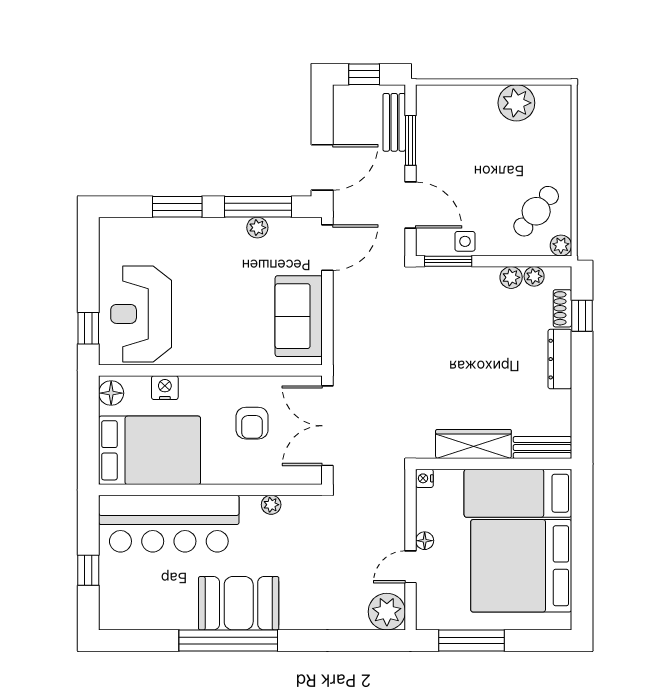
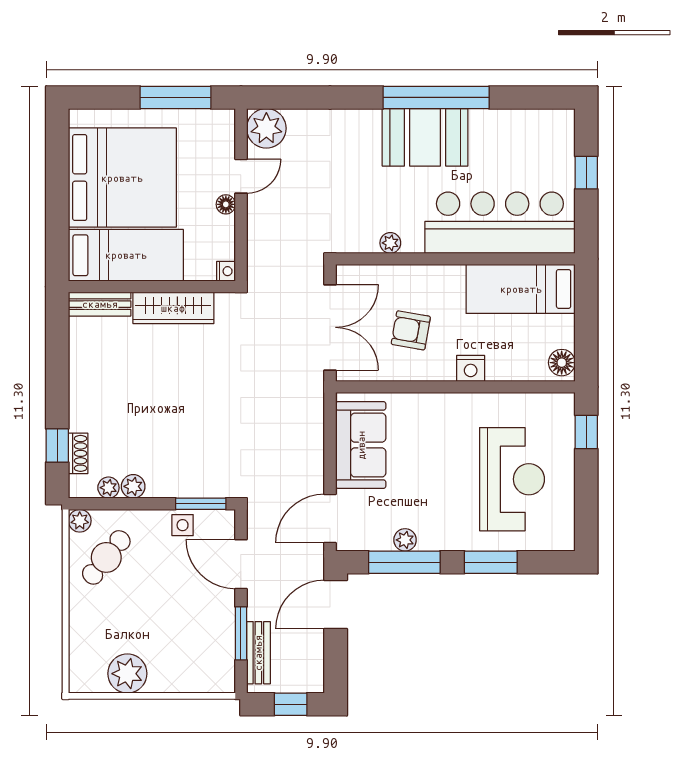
reception desk: (141, 314) -> (512, 479), moved
dresser: (560, 359) -> (81, 399), removed
nightstand: (165, 388) -> (471, 368), moved
armchair: (252, 423) -> (411, 330), turned -80
bed: (150, 450) -> (521, 289), width x0.67

